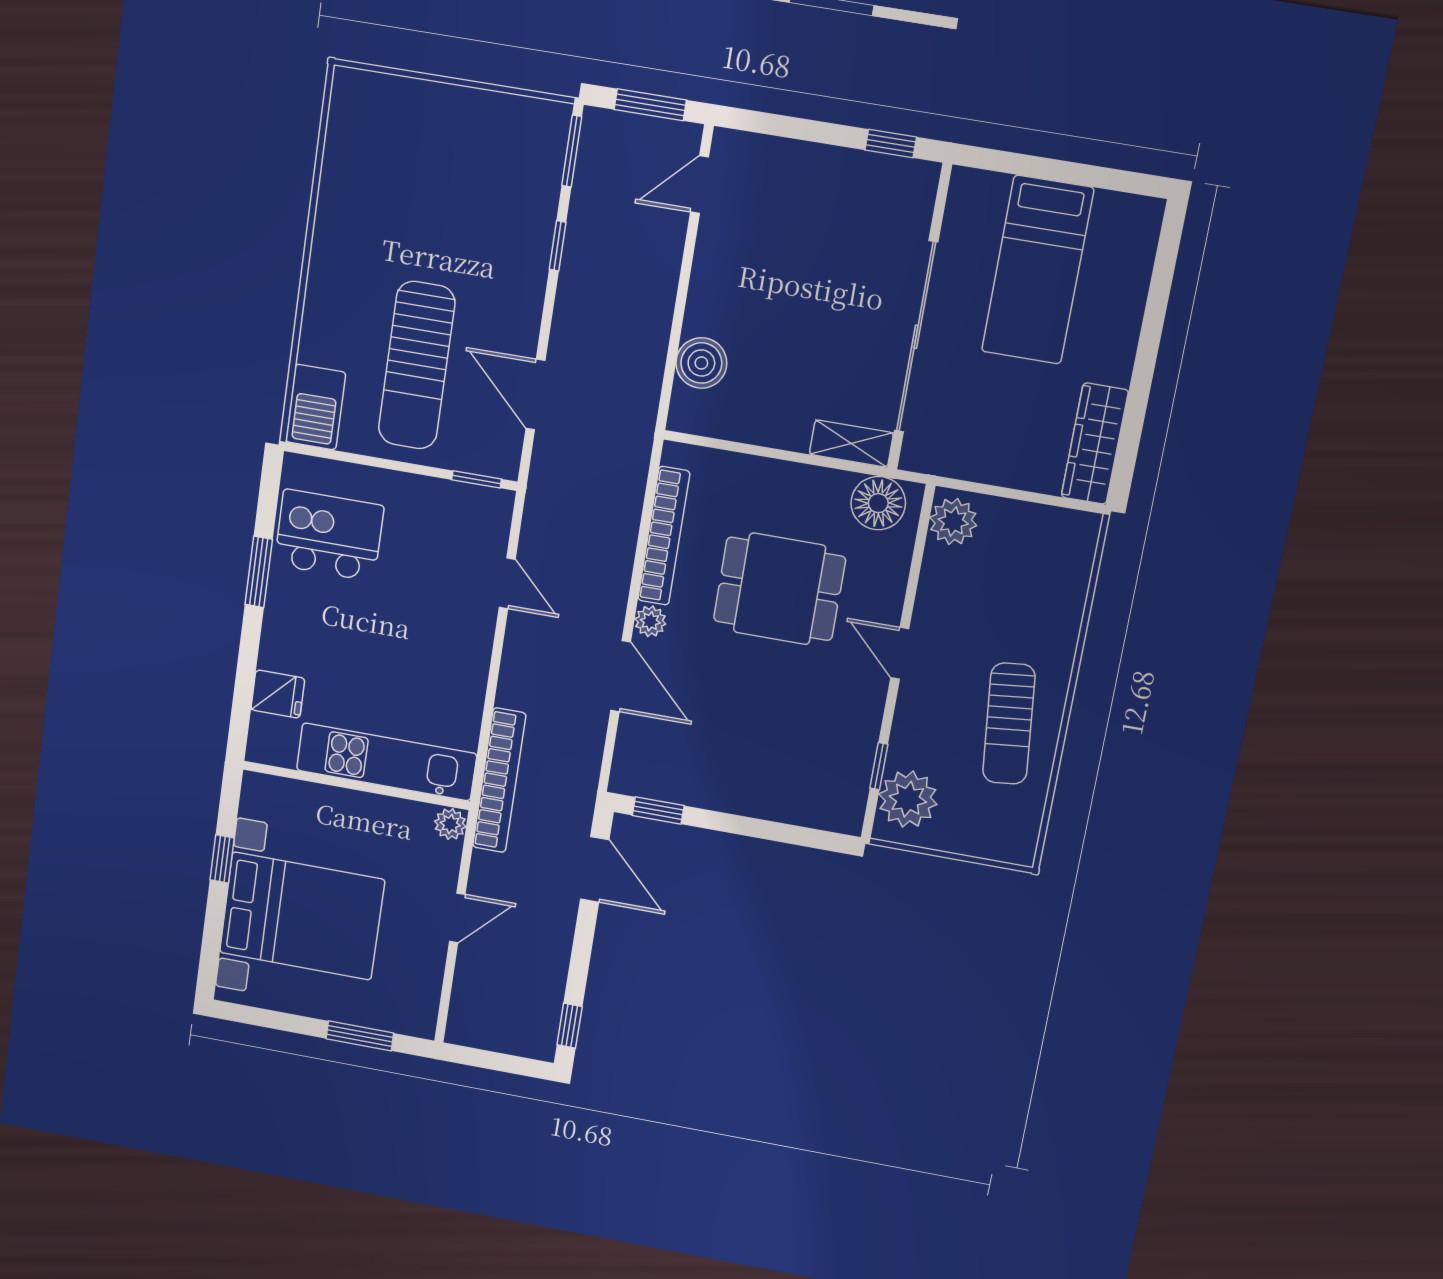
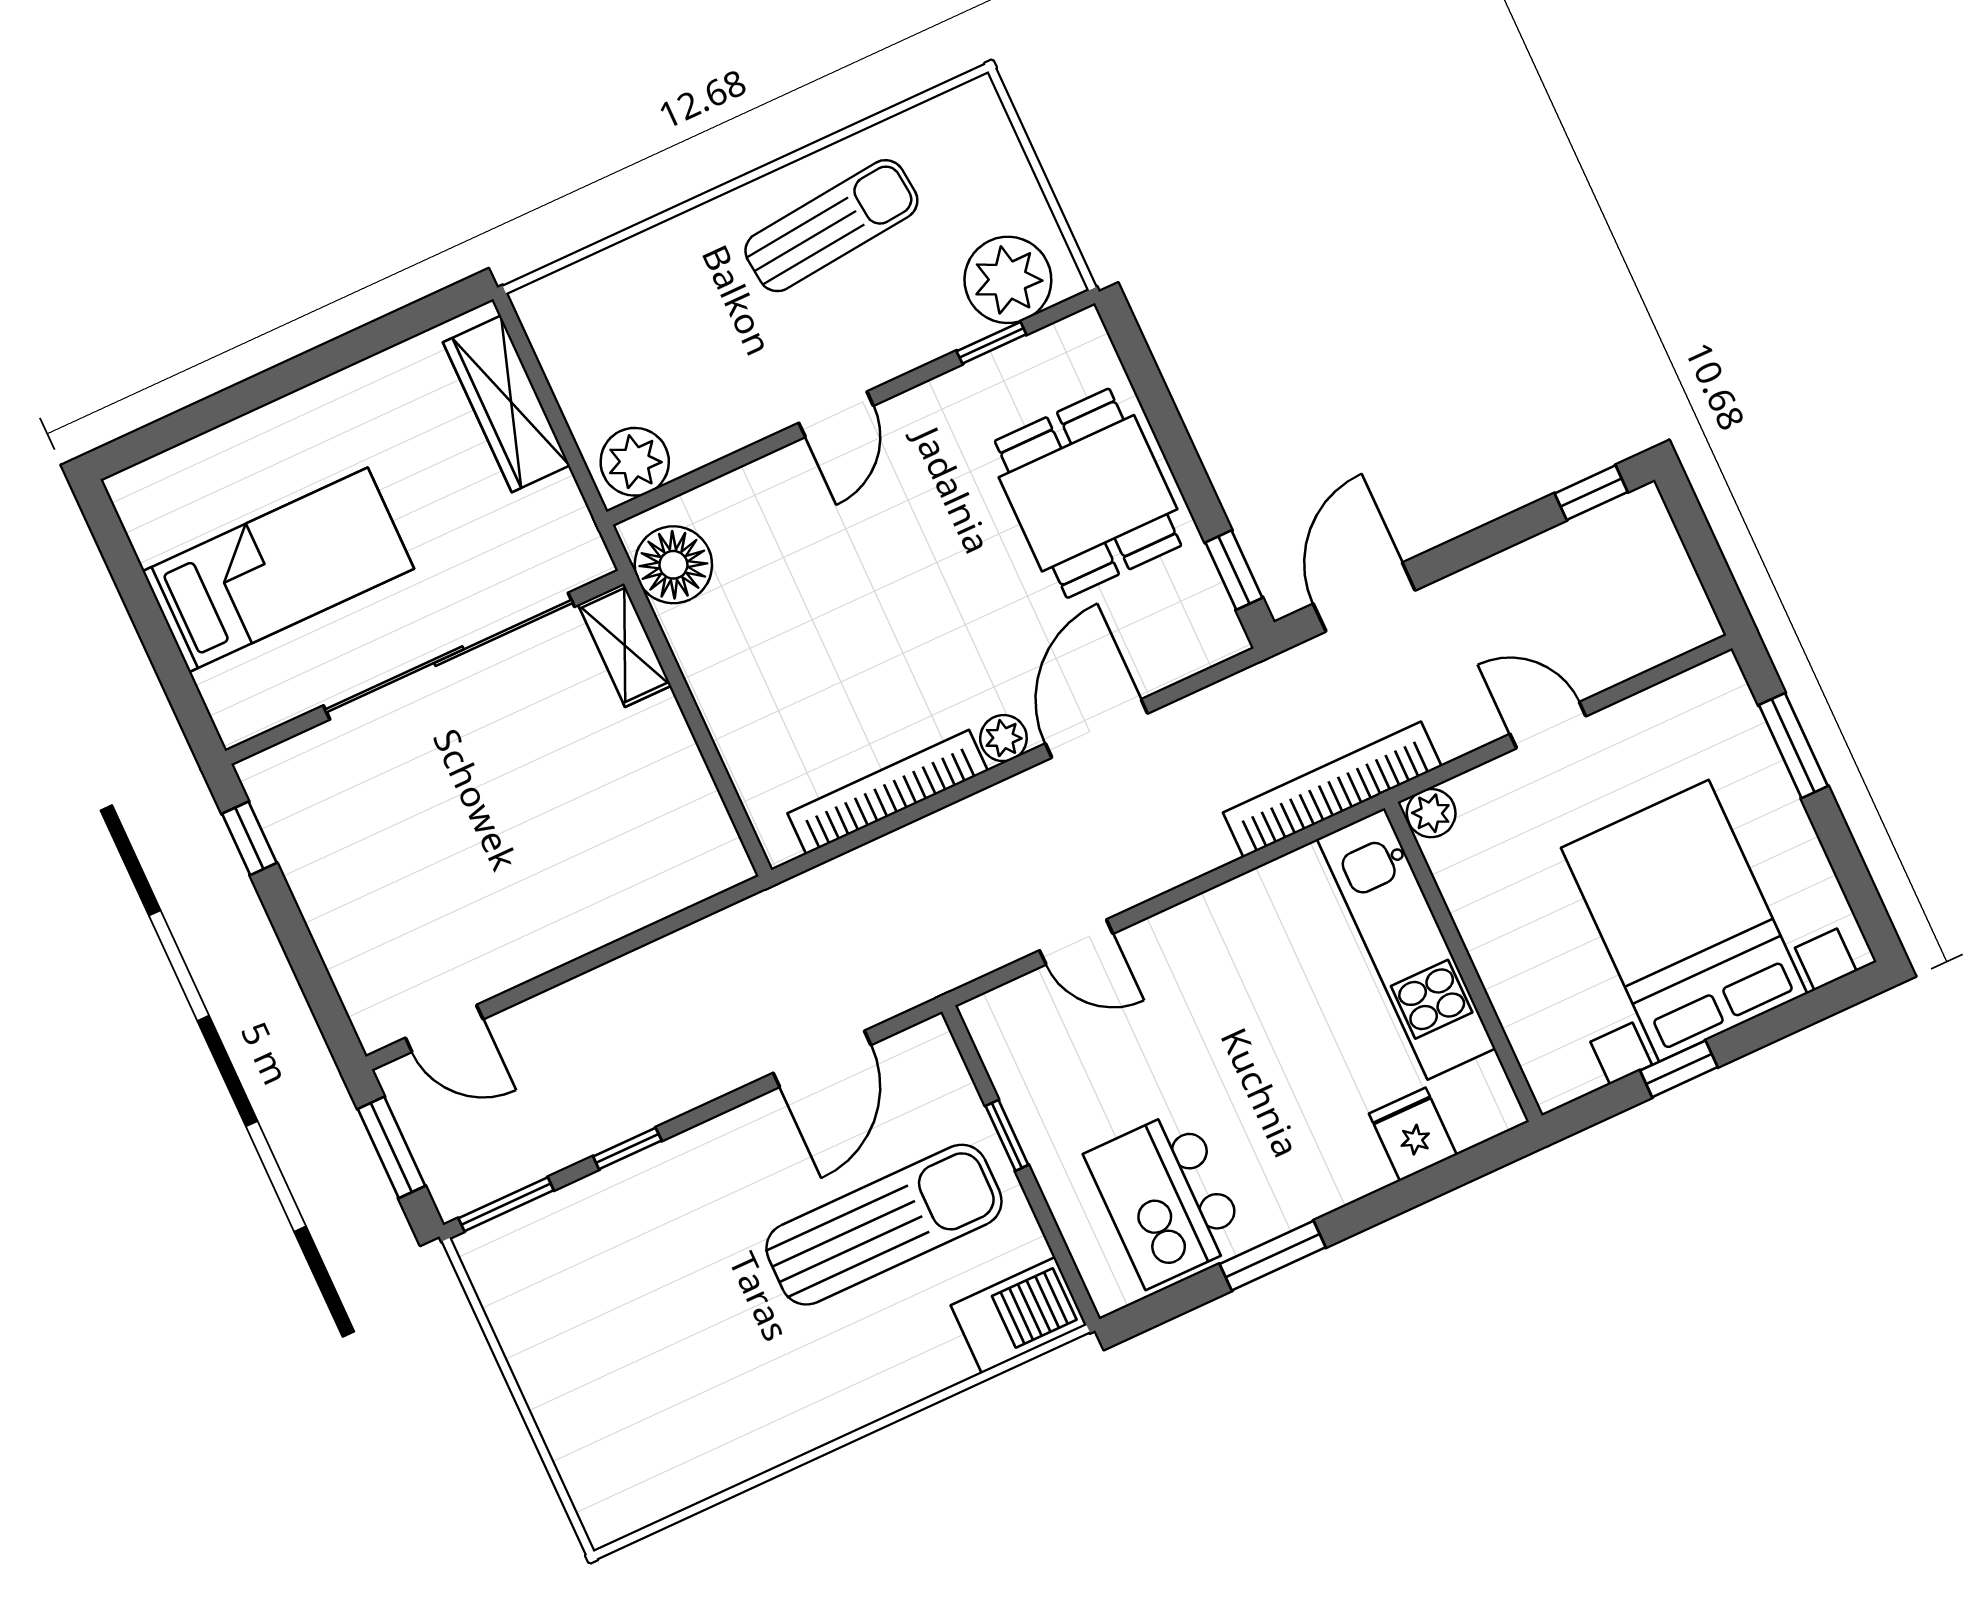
boiler: (701, 363) -> (650, 886), removed
wardrobe: (1095, 444) -> (506, 404), moved, turned 90
window: (477, 479) -> (1007, 1135), moved
door: (507, 583) -> (1076, 942), swing flipped
dining table: (779, 589) -> (1088, 493), moved

